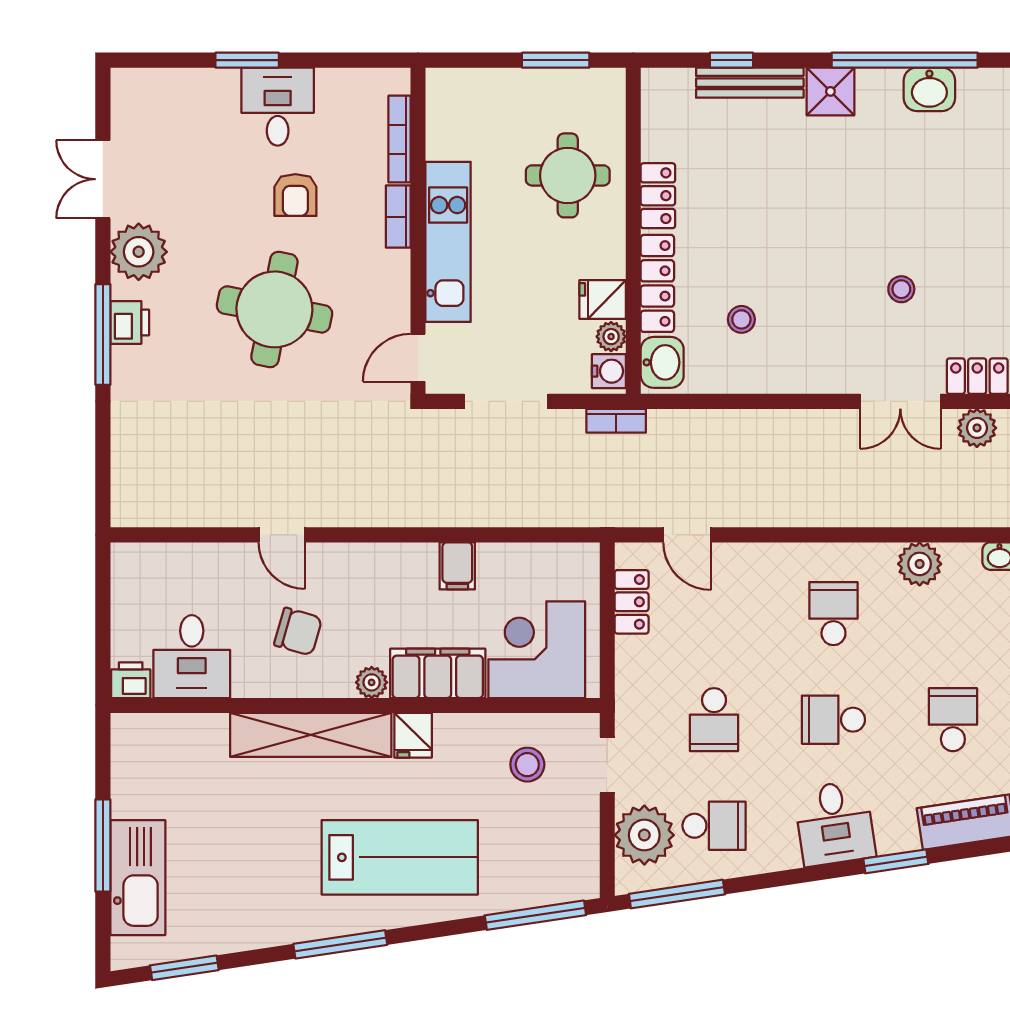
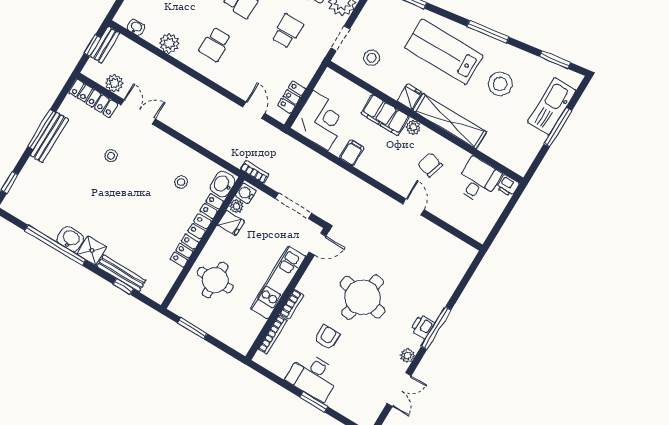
washbasin: (929, 89) -> (71, 239), moved
desk: (278, 107) -> (313, 376), width x1.37
plant: (139, 252) -> (407, 356), width x0.53, depth x0.53
corner desk: (537, 650) -> (321, 121), moved, turned -90
stool: (259, 861) -> (500, 84), added

